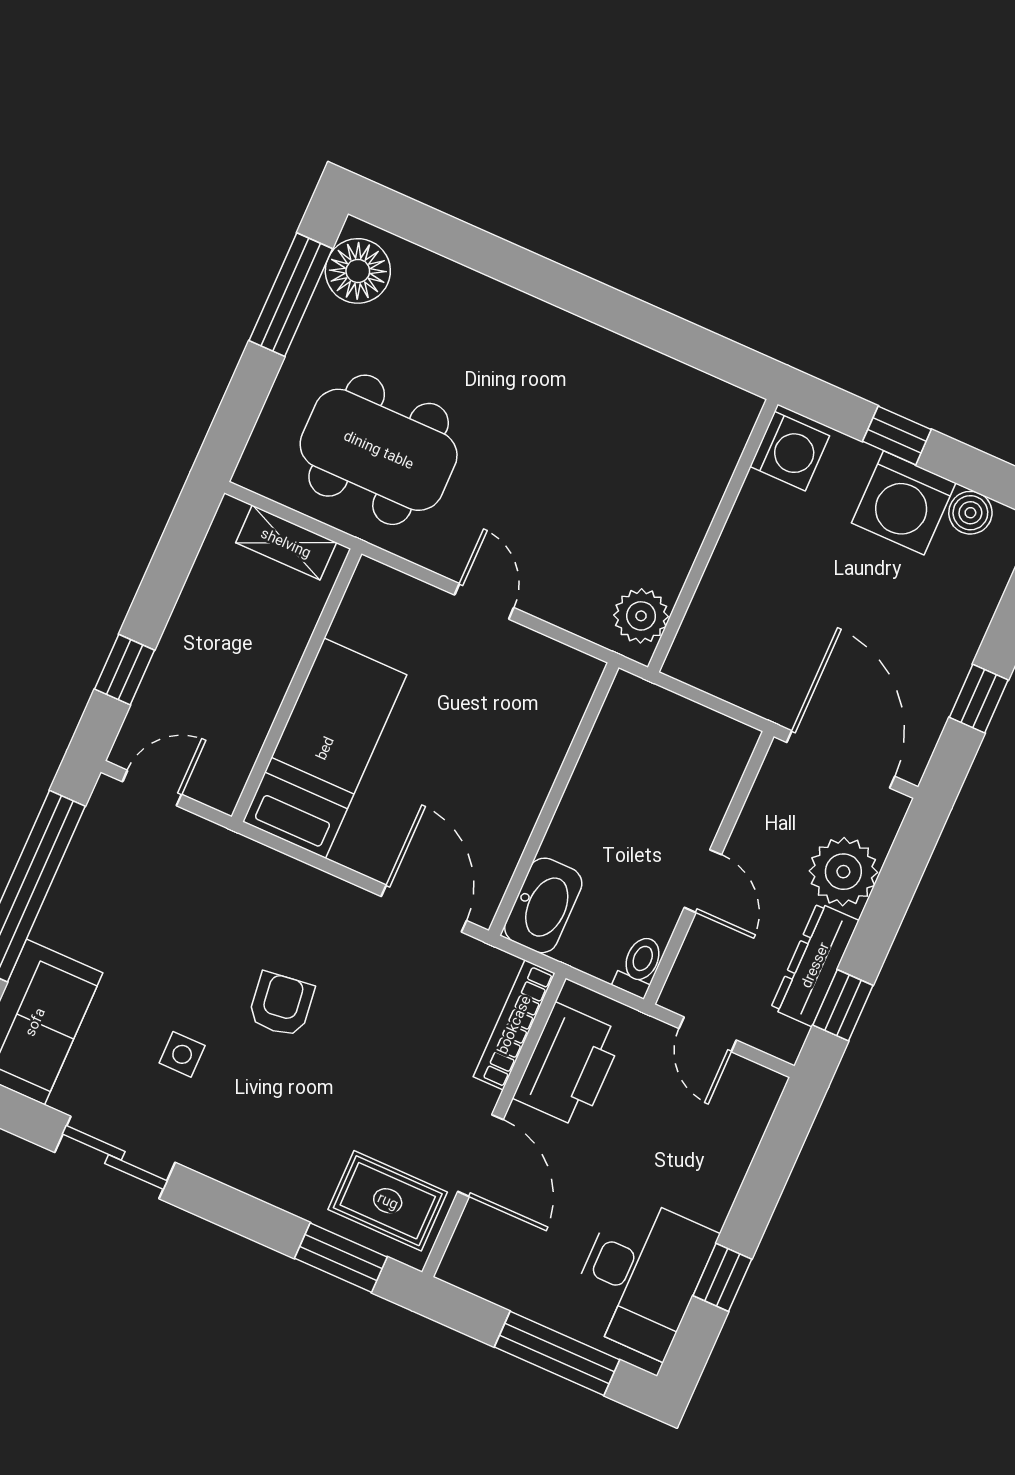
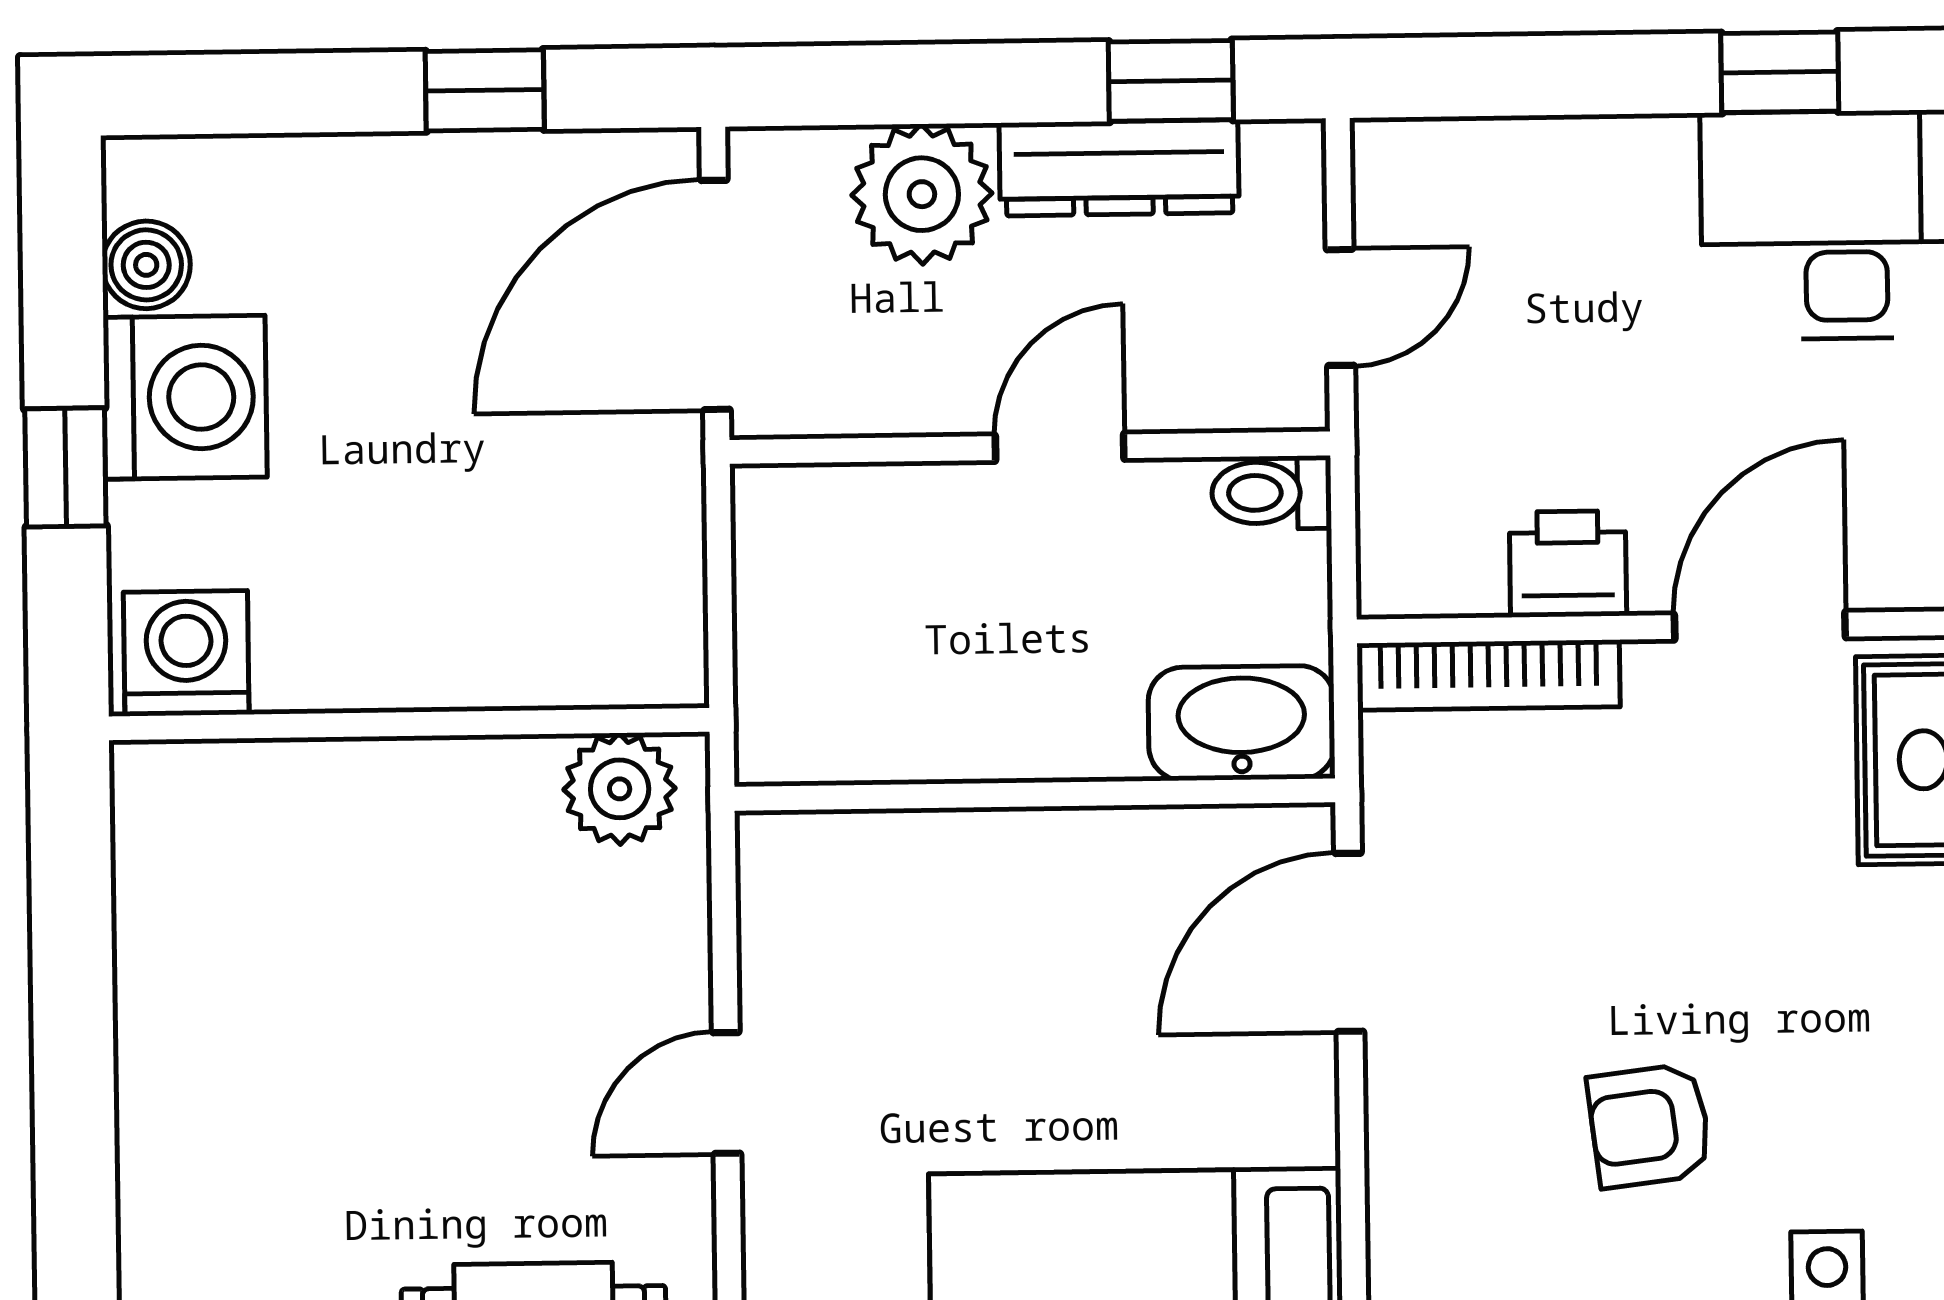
printer: (569, 1065) -> (1568, 564), width x0.53, depth x0.68

